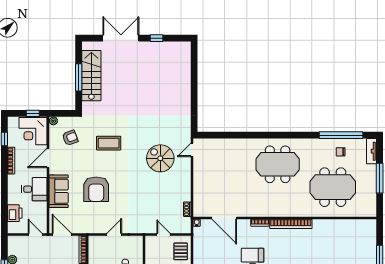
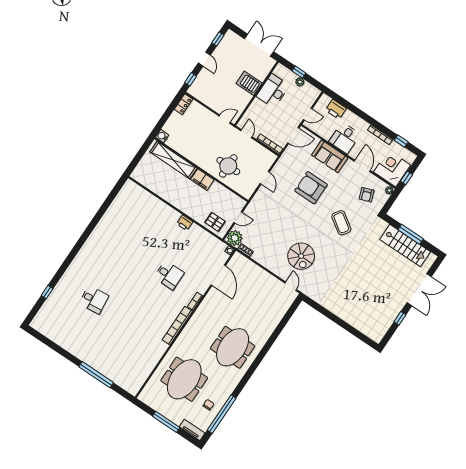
coffee table: (109, 143) -> (341, 223), turned -56
spiral stairs: (160, 158) -> (301, 256), turned 90
door: (224, 218) -> (218, 275), swing flipped
plant: (183, 225) -> (235, 238), added

